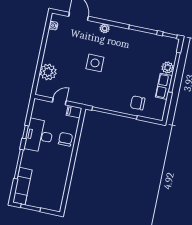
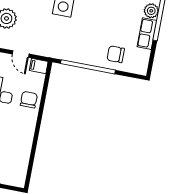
door: (59, 102) -> (21, 54), swing flipped

